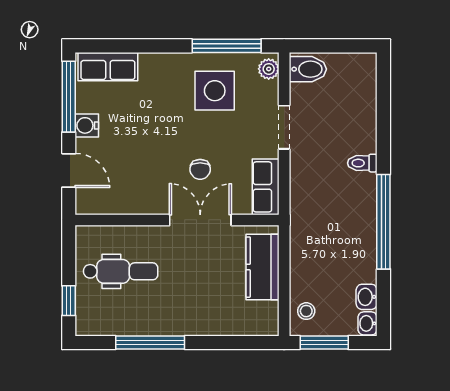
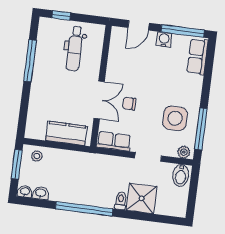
shower: (354, 129) -> (142, 198), added

